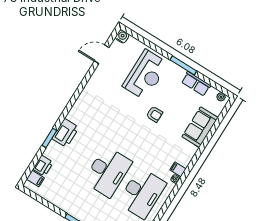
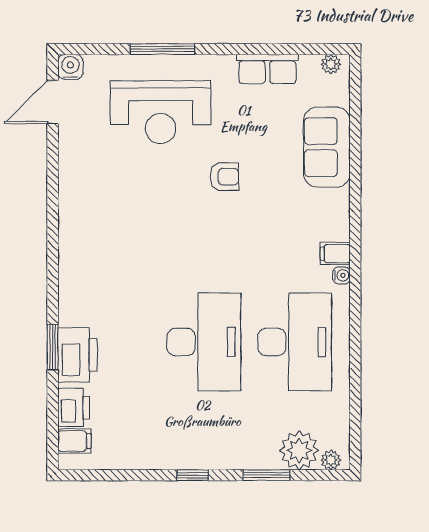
door: (102, 54) -> (53, 102), moved
window: (183, 65) -> (162, 49), moved
reception desk: (145, 75) -> (161, 112), turned 90
printer: (65, 133) -> (77, 355), moved

